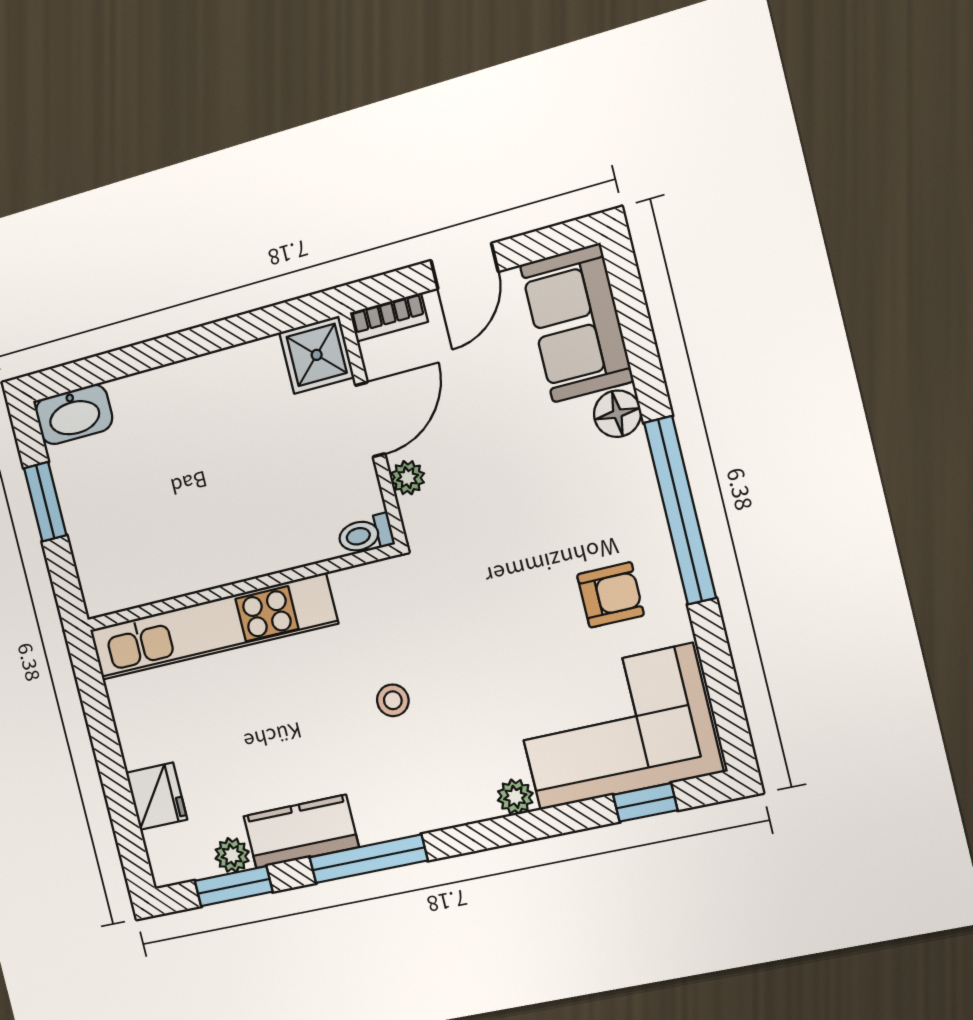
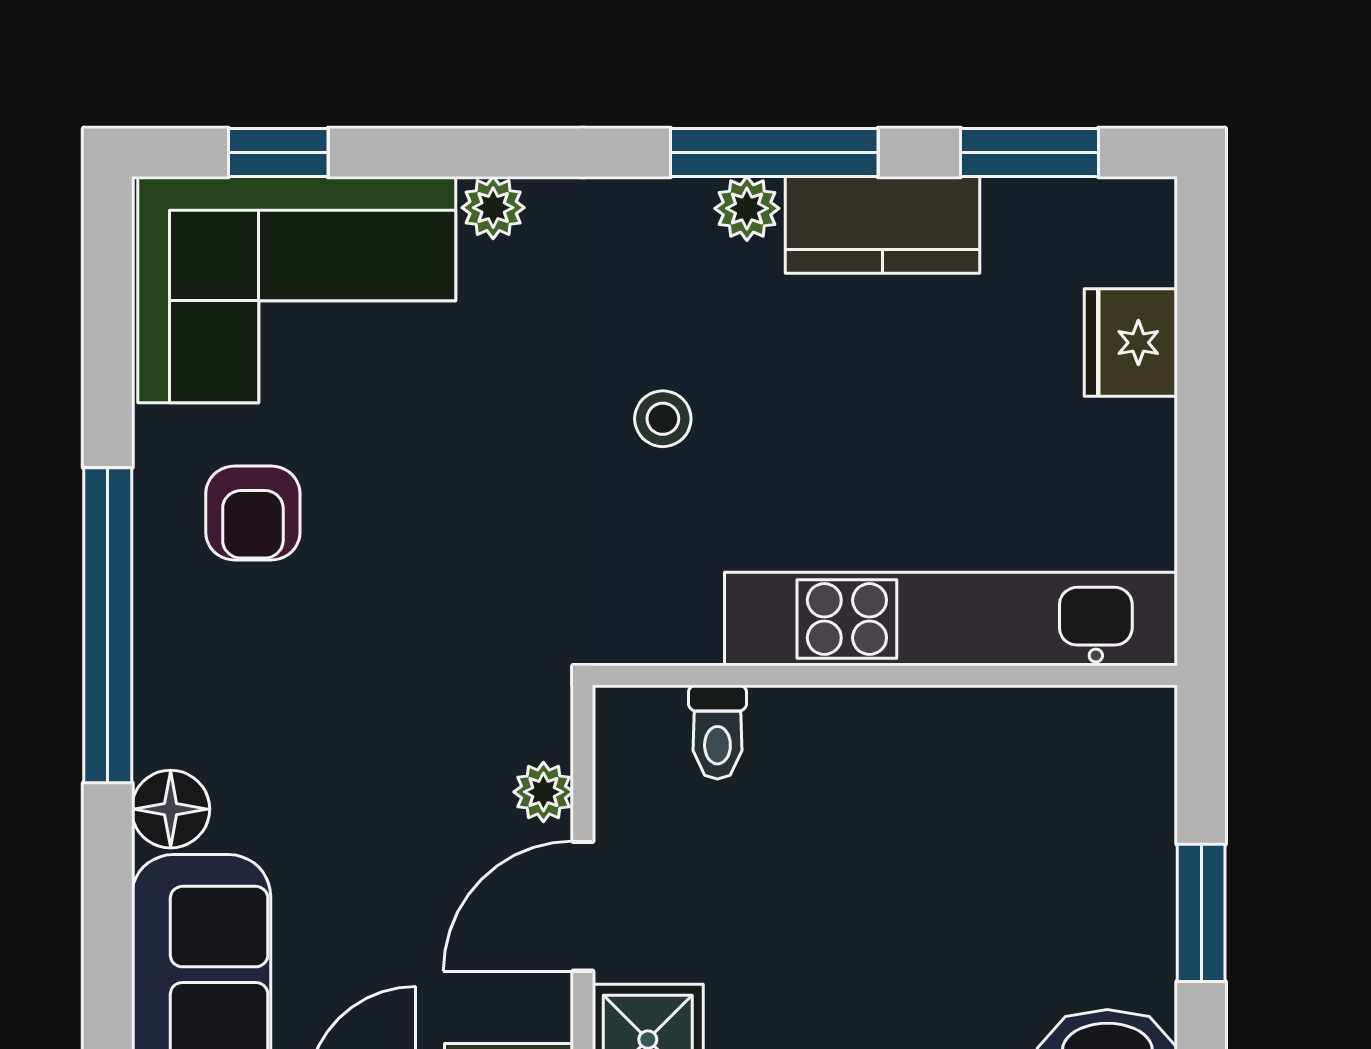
toilet: (365, 534) -> (717, 732), moved, turned 90
armchair: (610, 595) -> (253, 513), turned -90
plant: (232, 855) -> (747, 208), moved

